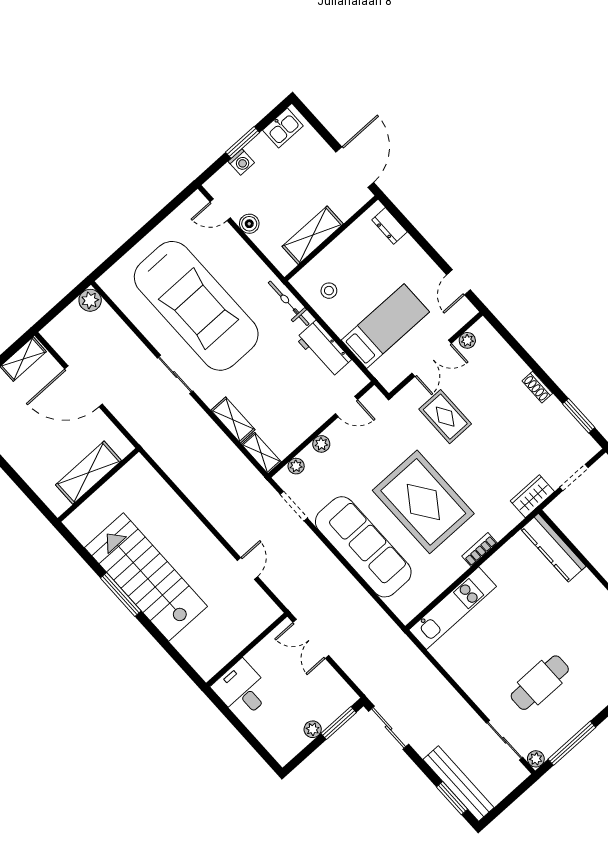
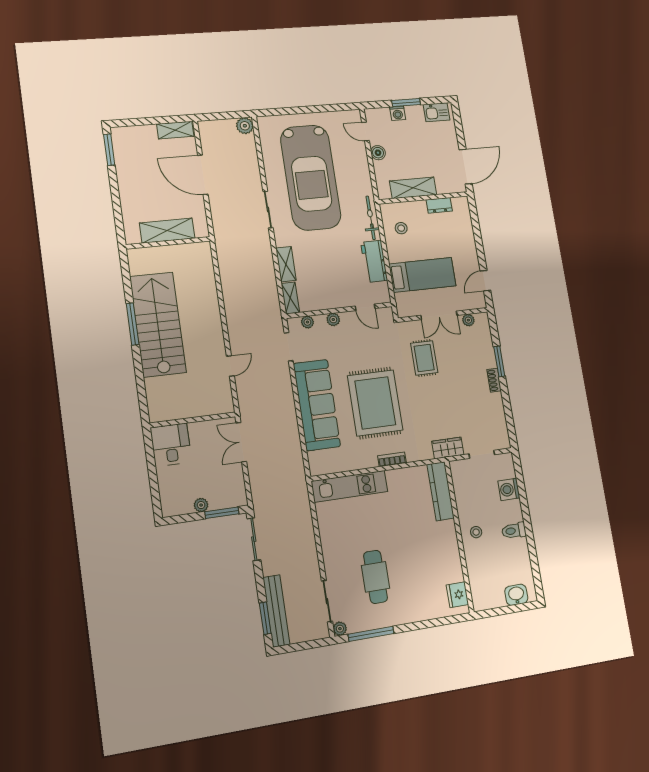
dresser: (389, 226) -> (439, 205), moved, turned -90
window: (579, 416) -> (499, 361), moved
cafe table: (540, 683) -> (376, 577), turned 90

